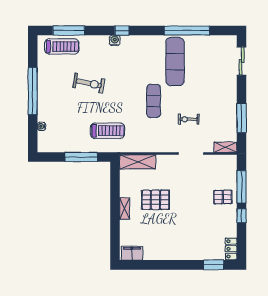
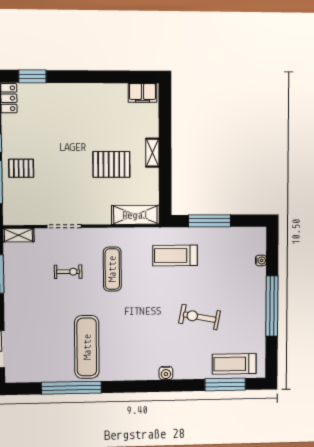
window: (122, 31) -> (157, 386), removed
exercise mat: (154, 101) -> (112, 269), moved

